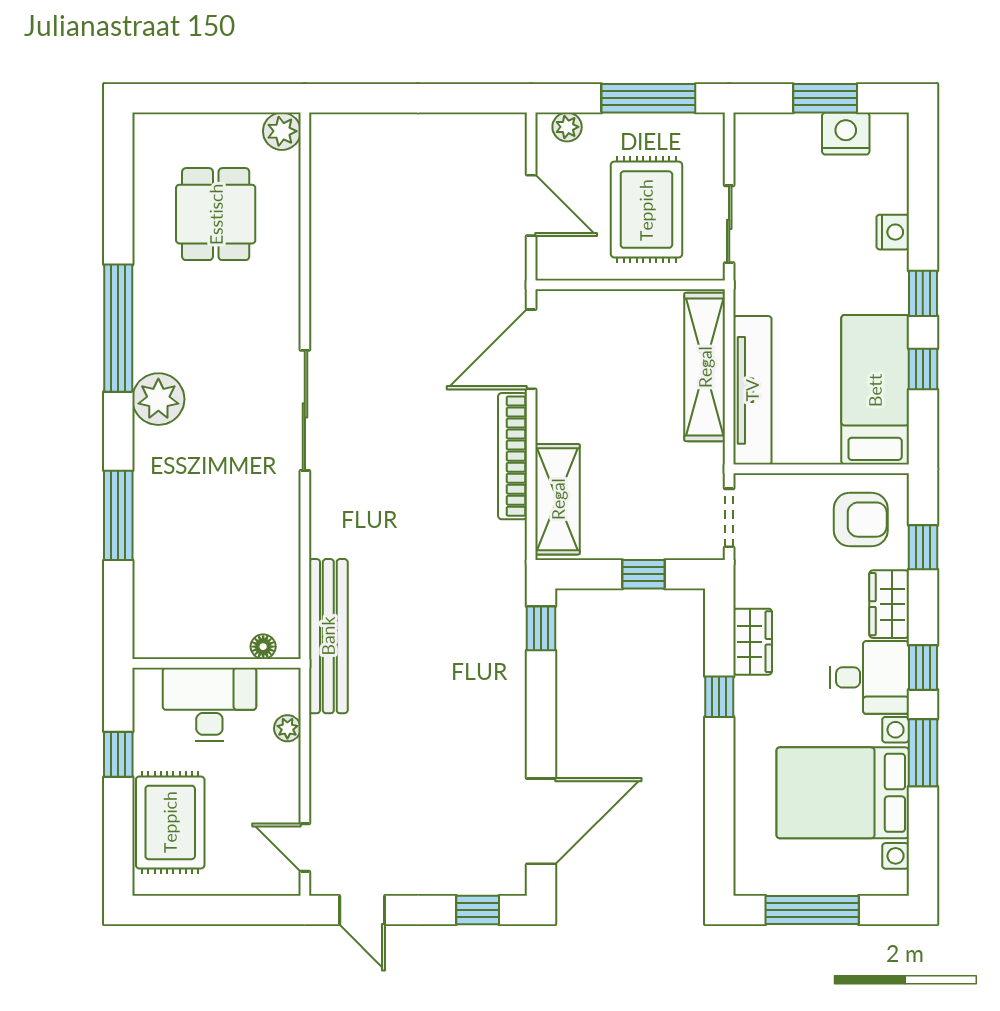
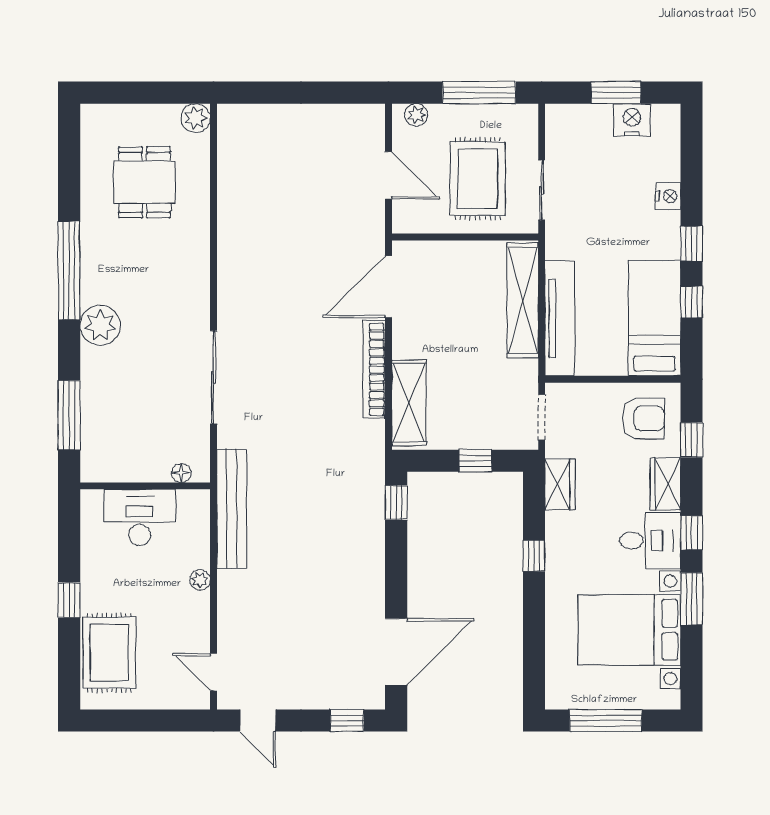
sliding door: (305, 410) -> (213, 377), moved
wardrobe: (753, 642) -> (560, 484), moved
floor lamp: (263, 647) -> (181, 473), moved
wall: (217, 663) -> (145, 486), moved
desk: (209, 704) -> (140, 517), moved

